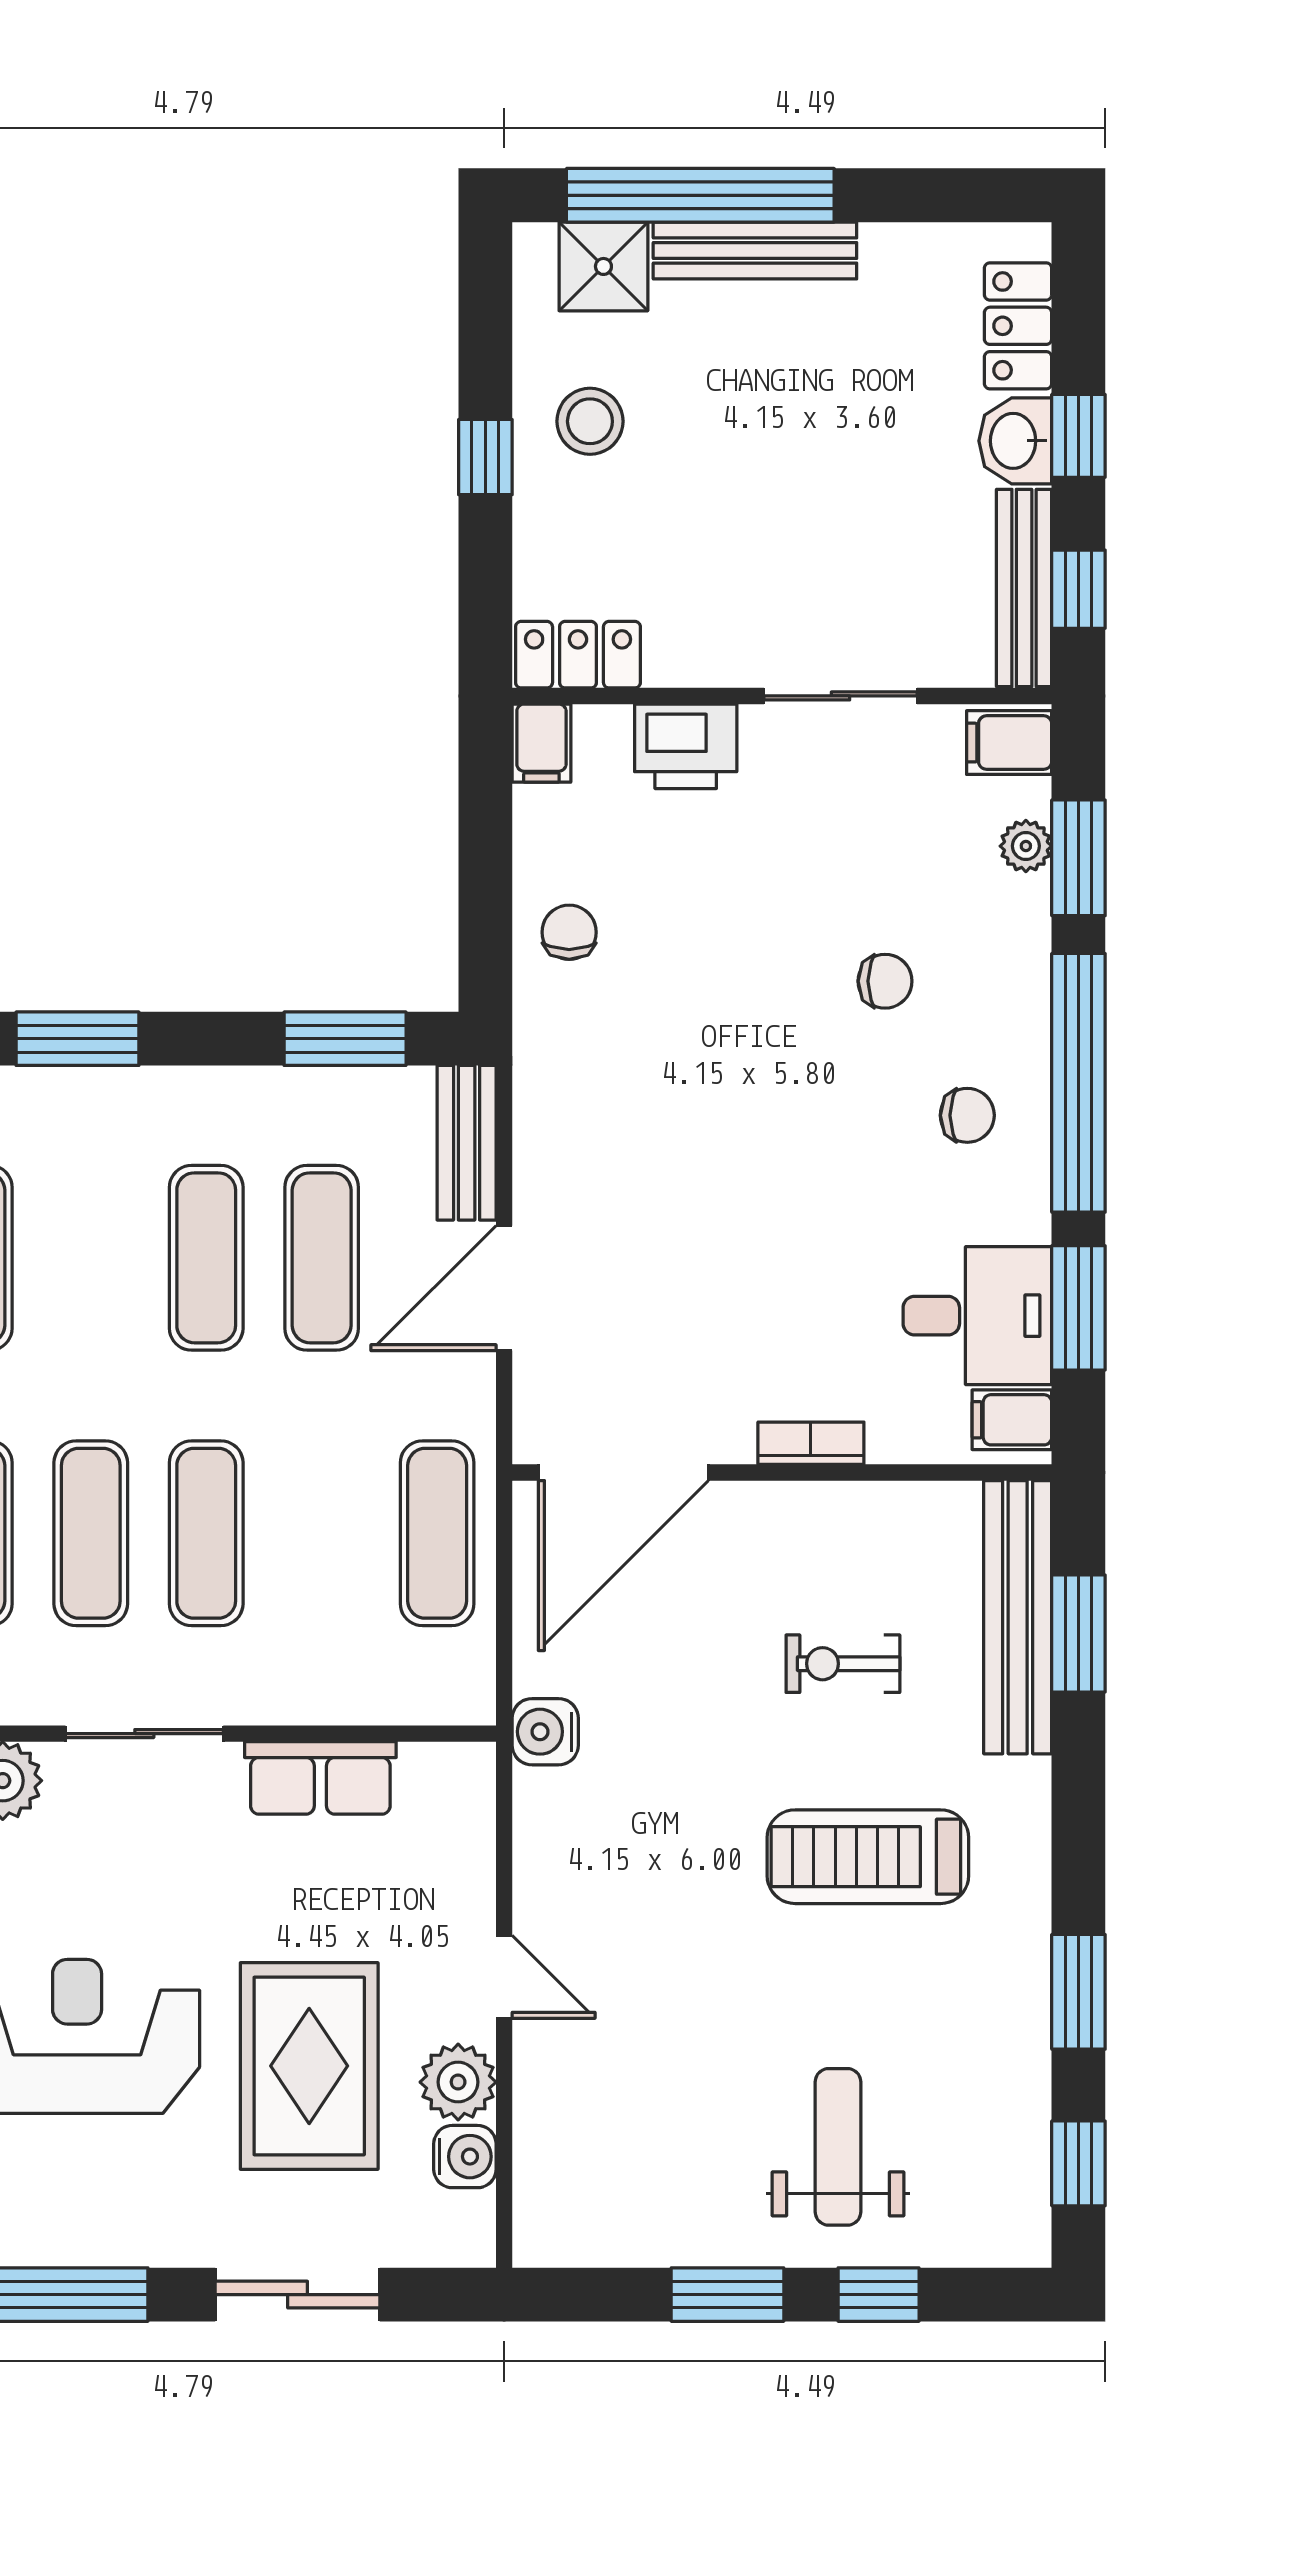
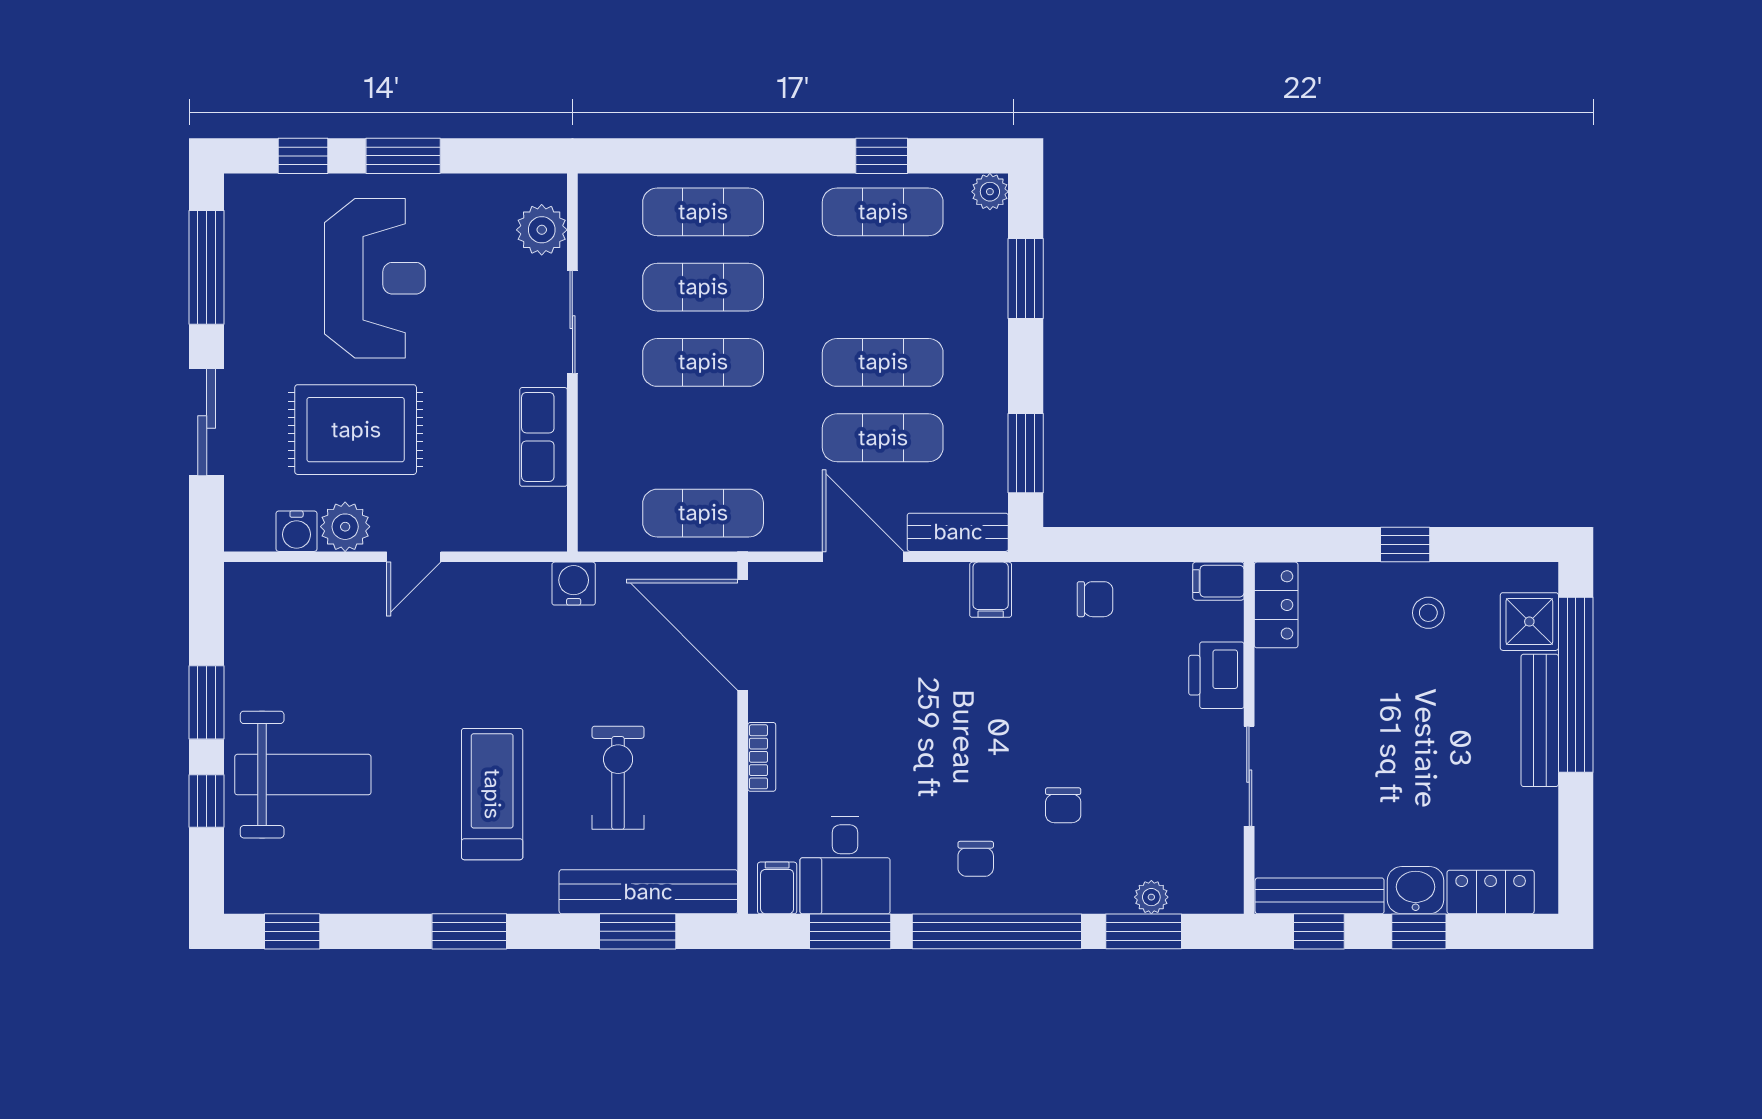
stool: (590, 421) -> (1428, 613), width x0.73, depth x0.73
filing cabinet: (1009, 743) -> (991, 590), moved, turned 180
exercise bike: (843, 1664) -> (618, 778), width x1.38, depth x1.39
window: (1078, 1992) -> (469, 931), moved
weight bench: (838, 2147) -> (303, 775), width x1.36, depth x1.33

